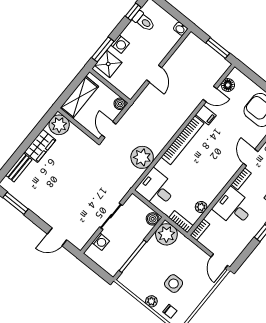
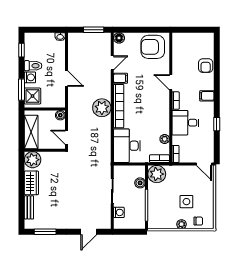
toilet: (144, 21) -> (33, 66), moved
floor lamp: (228, 85) -> (119, 38), moved
plant: (142, 157) -> (102, 108), moved
desk: (156, 189) -> (127, 146), width x1.37
boiler: (153, 219) -> (140, 183), moved

